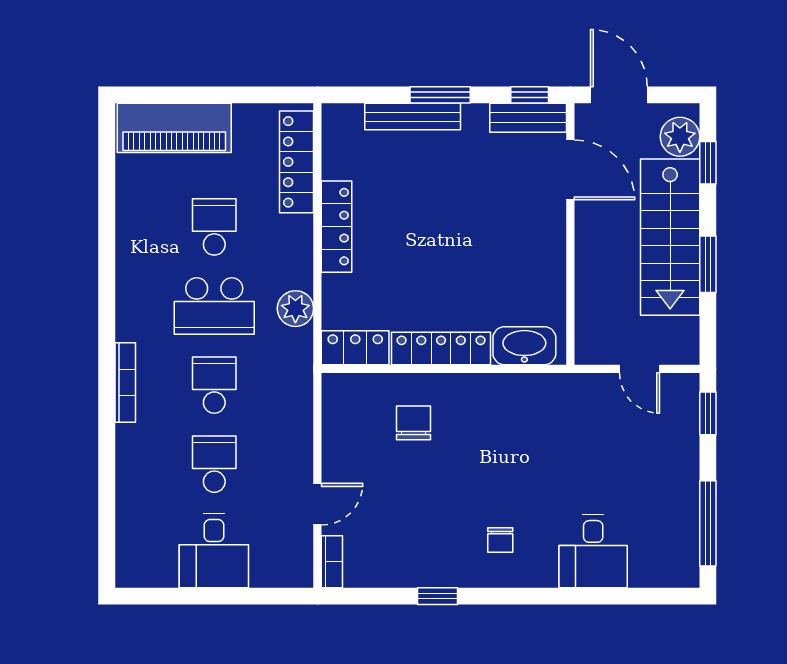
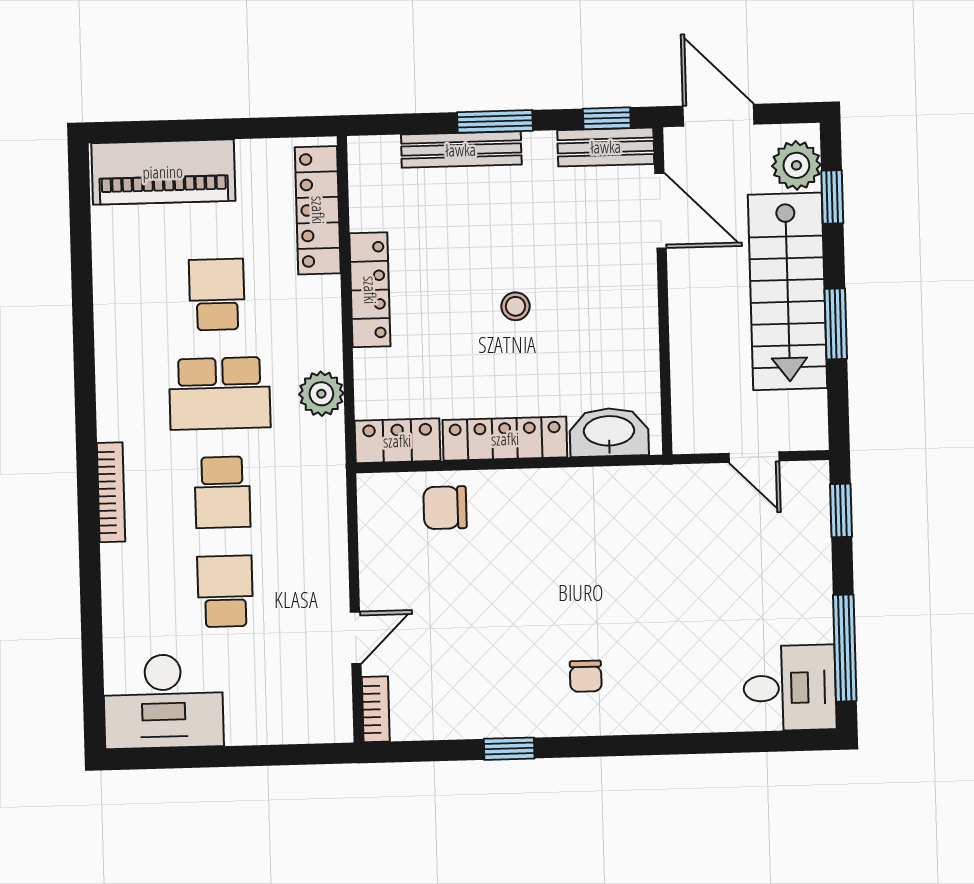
stool: (452, 243) -> (516, 306), added
school desk: (214, 385) -> (222, 492), turned 180
chair: (414, 423) -> (445, 508), moved, turned -90
desk: (214, 551) -> (163, 701), moved, width x1.37
desk: (593, 551) -> (790, 688), moved, turned -90

